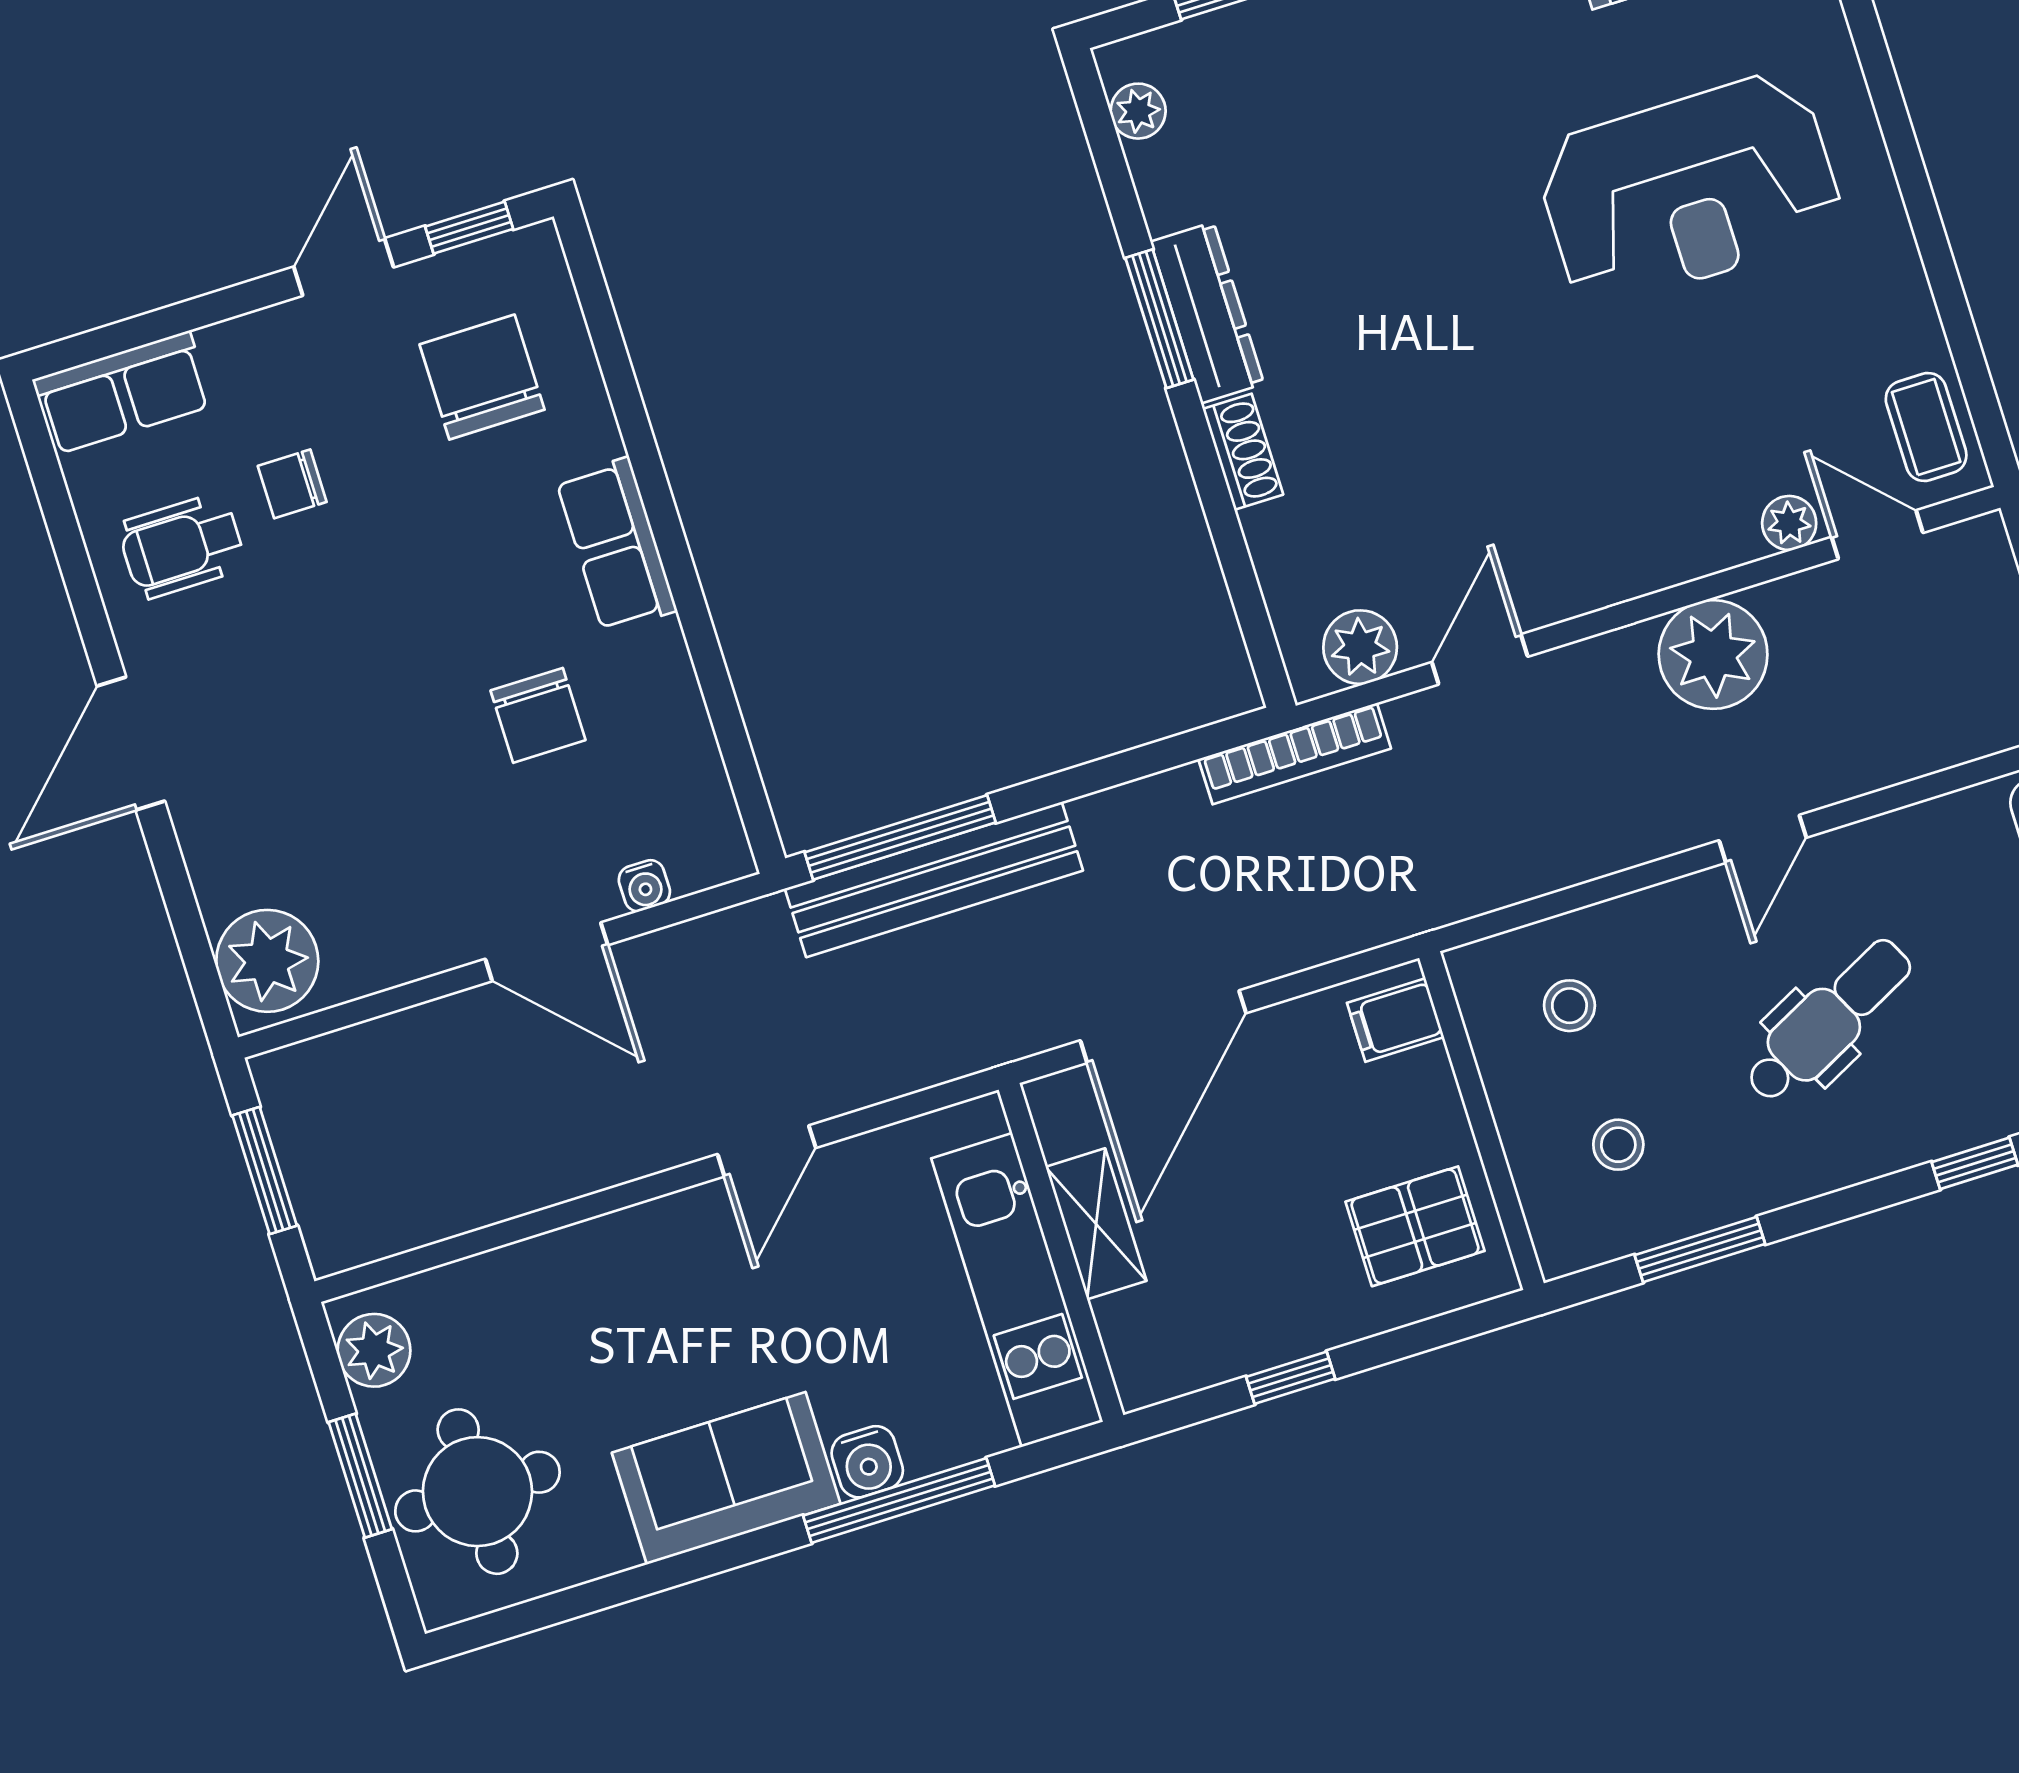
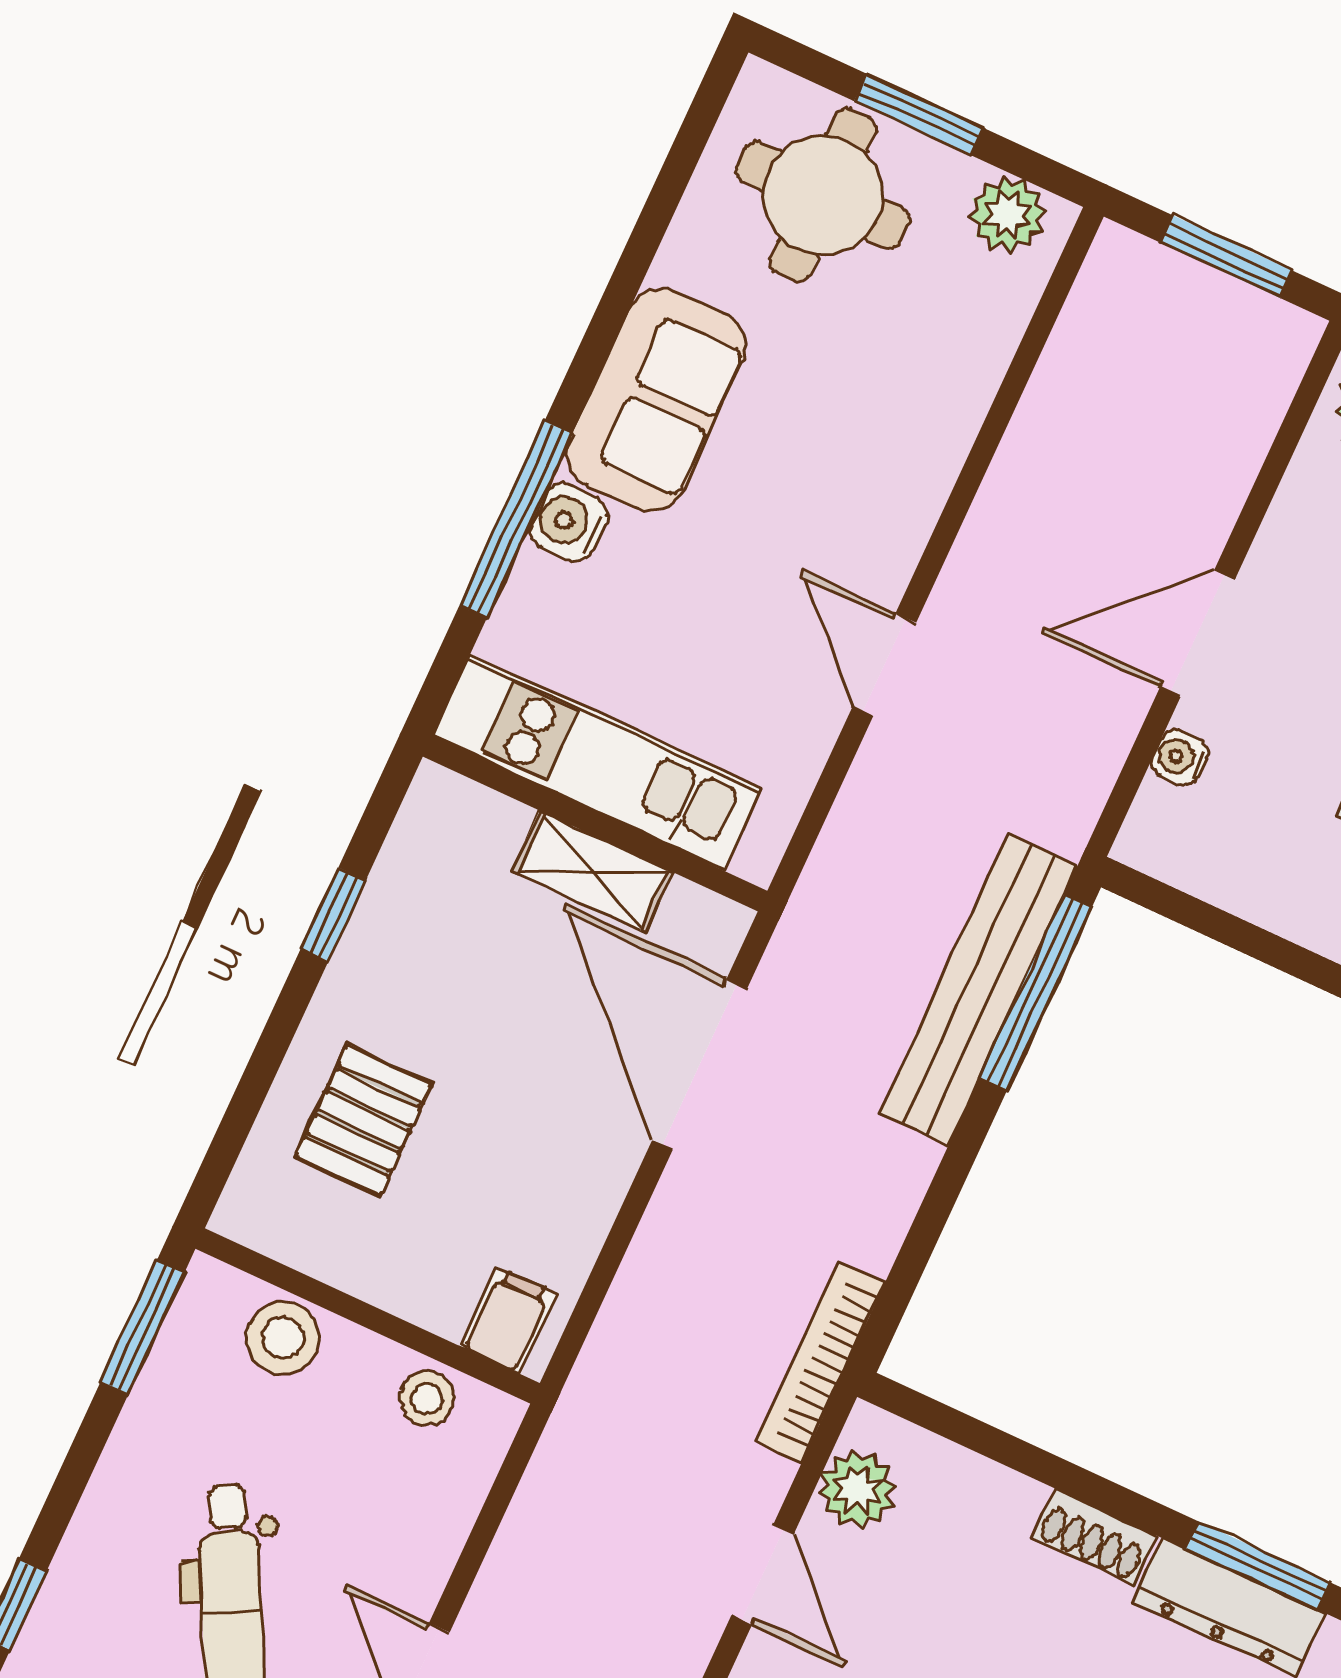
filing cabinet: (1396, 1020) -> (508, 1320), moved
wall: (1482, 1121) -> (368, 1316), moved
stool: (1618, 1145) -> (283, 1338), width x1.37, depth x1.37

